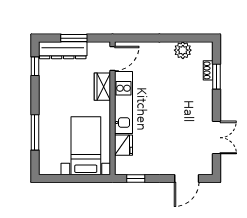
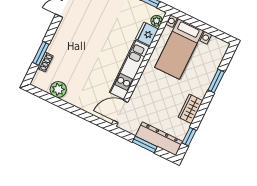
wardrobe: (102, 87) -> (190, 109), moved, turned 180
window: (35, 132) -> (216, 81), width x0.69
plant: (121, 162) -> (156, 21), added

